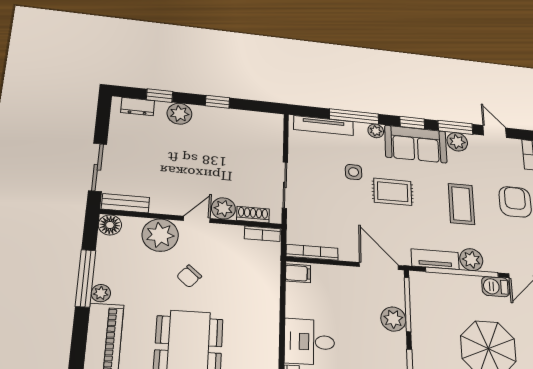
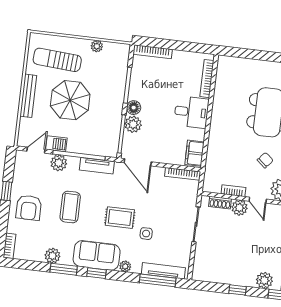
window: (354, 116) -> (158, 280), moved
door: (495, 132) -> (33, 266), removed
plant: (457, 142) -> (53, 256), moved
door: (197, 219) -> (258, 200), hinge flipped
bookcase: (262, 234) -> (233, 191), moved
plant: (471, 260) -> (59, 163), moved
filing cabinet: (298, 273) -> (194, 153), width x2.00
floor lamp: (396, 343) -> (134, 108), added

